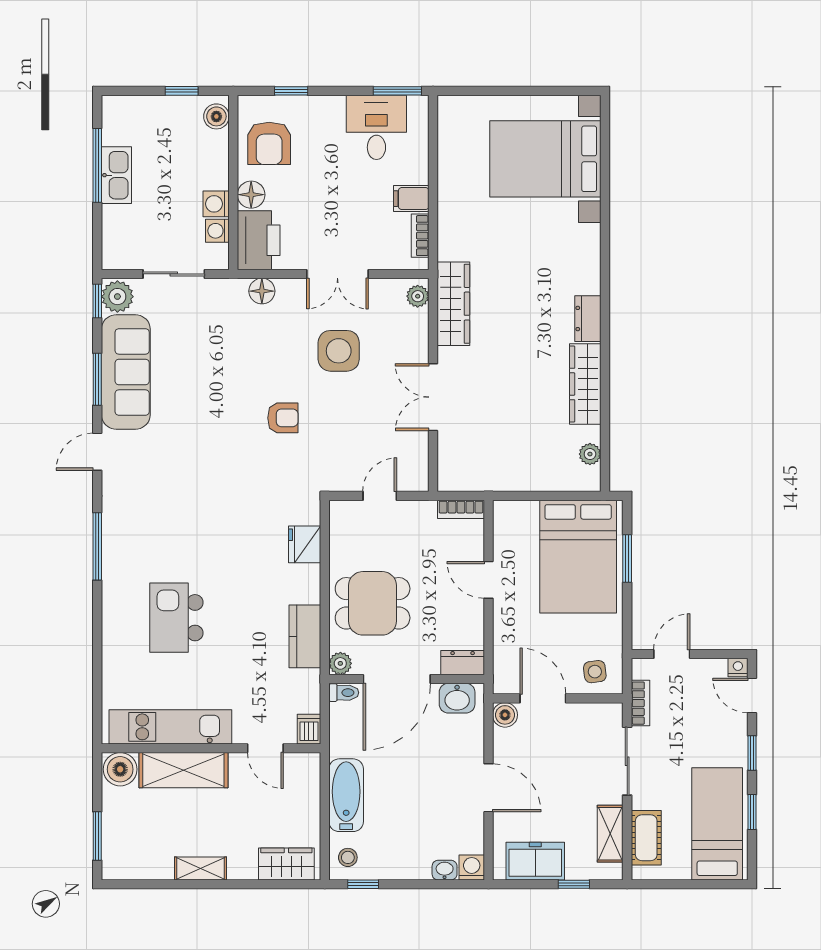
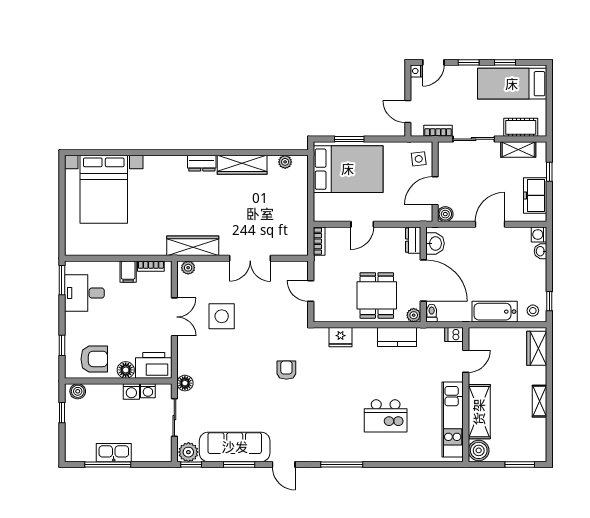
floor lamp: (262, 291) -> (185, 383), moved
armchair: (283, 418) -> (286, 370), moved

